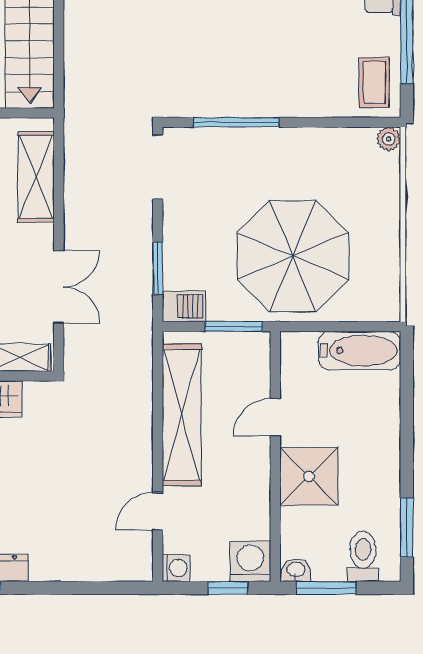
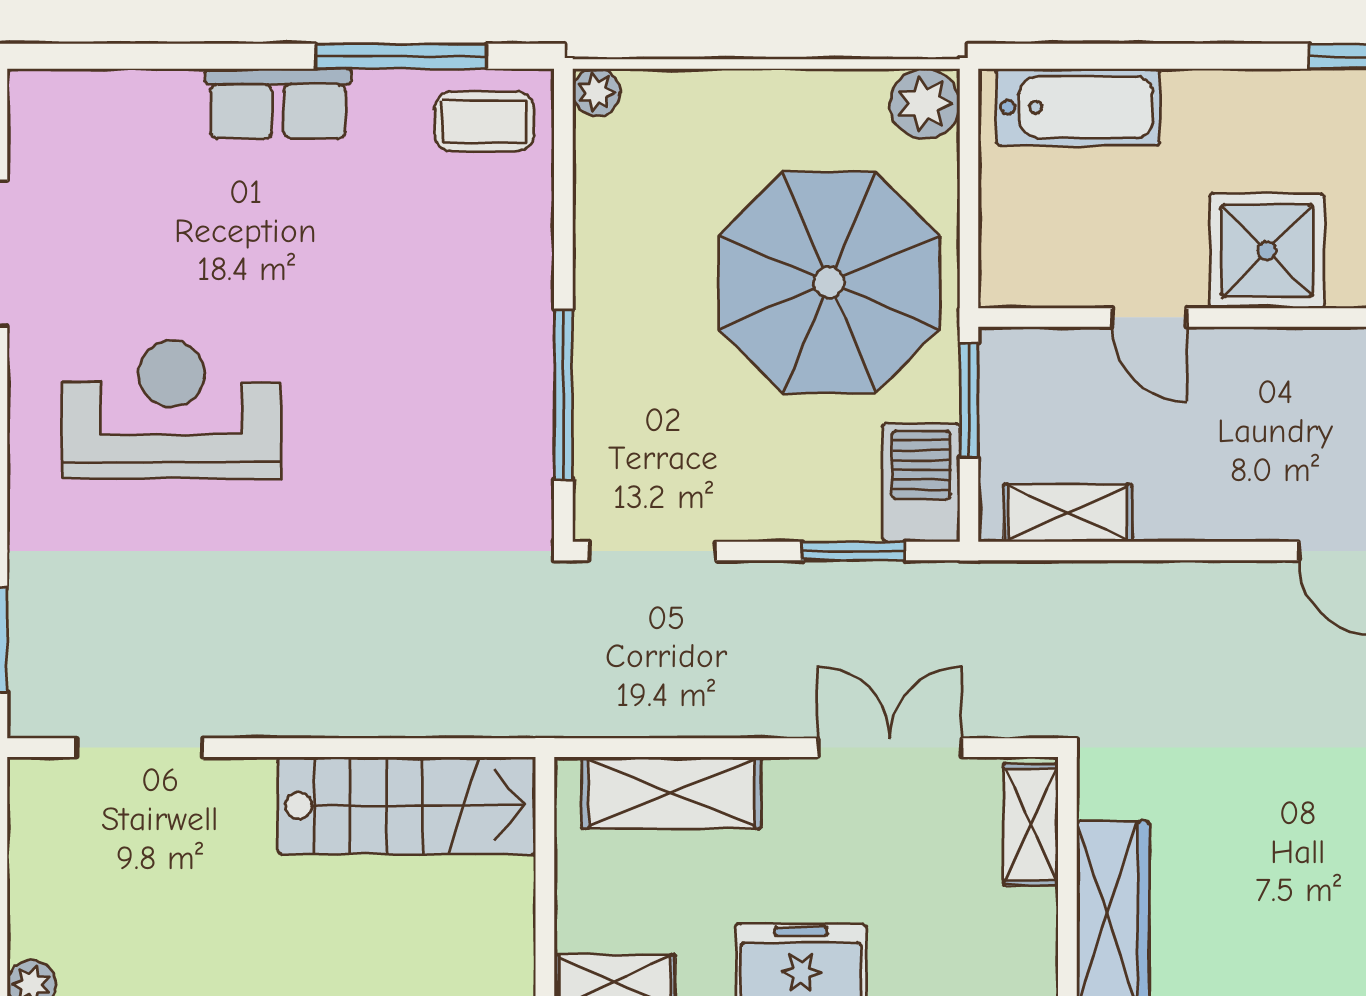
plant: (383, 304) -> (925, 104), added
barbecue: (184, 306) -> (921, 483), width x1.38, depth x1.27
bathtub: (359, 351) -> (1078, 107), moved, turned 90
shelving: (182, 415) -> (1068, 513), width x0.45, depth x0.75

